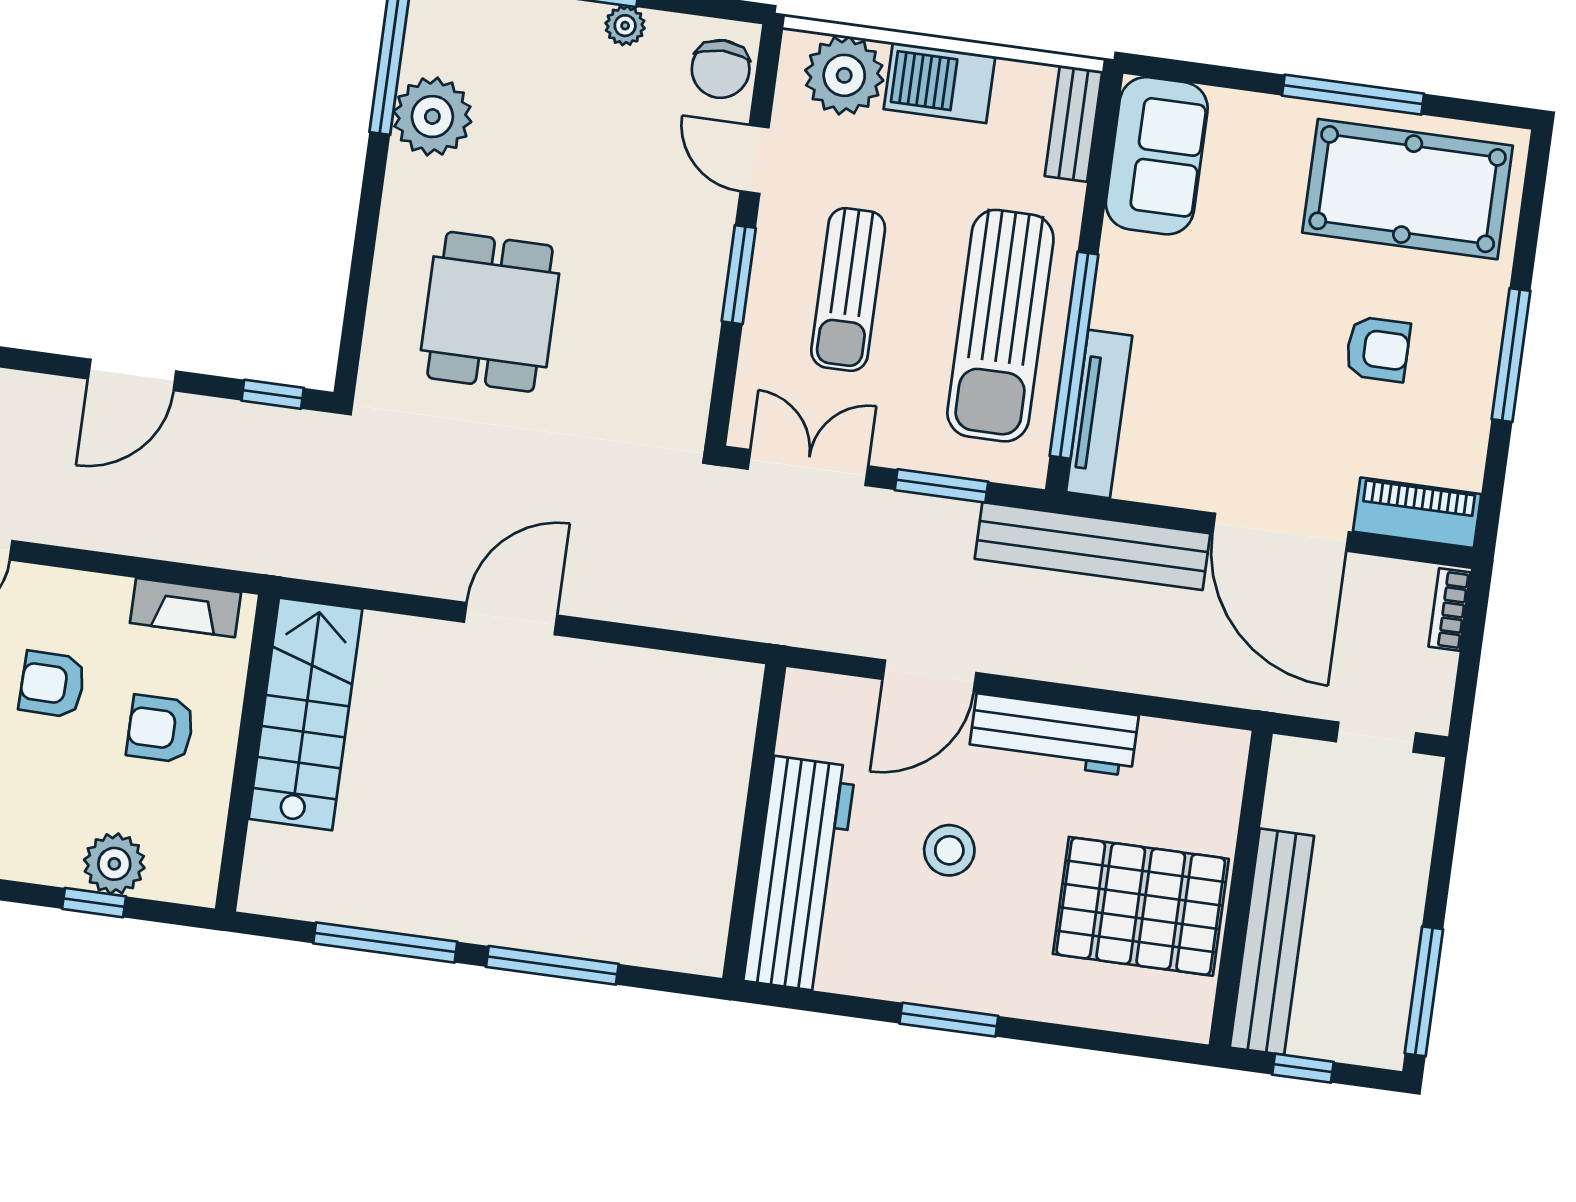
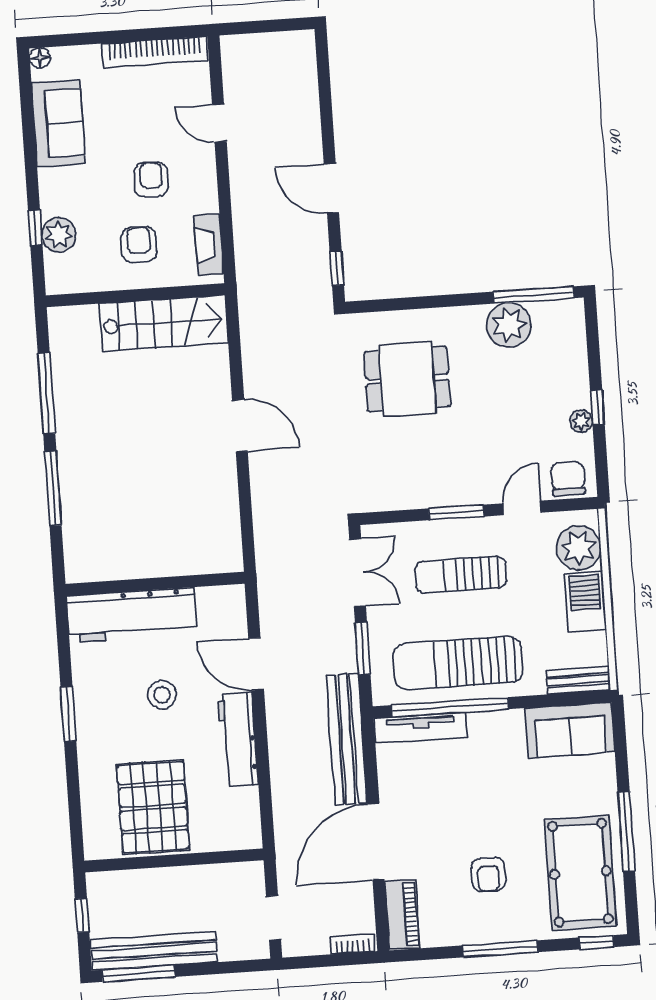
chair: (721, 69) -> (568, 479), turned 90
window: (1534, 186) -> (597, 942), added
bench: (1272, 942) -> (154, 951), moved

